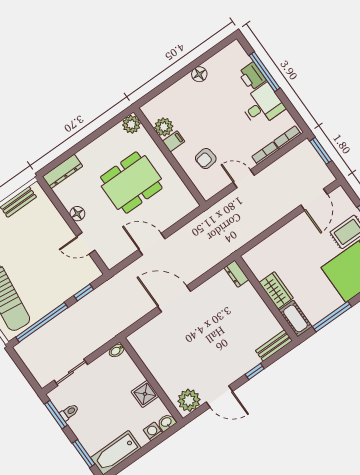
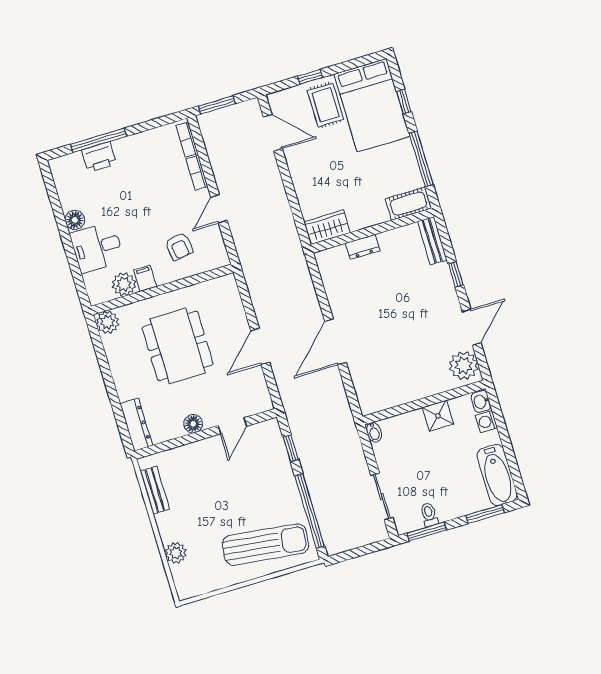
desk: (262, 105) -> (97, 247), moved, turned -90
dresser: (236, 274) -> (362, 247), moved
wardrobe: (276, 290) -> (327, 227), moved

